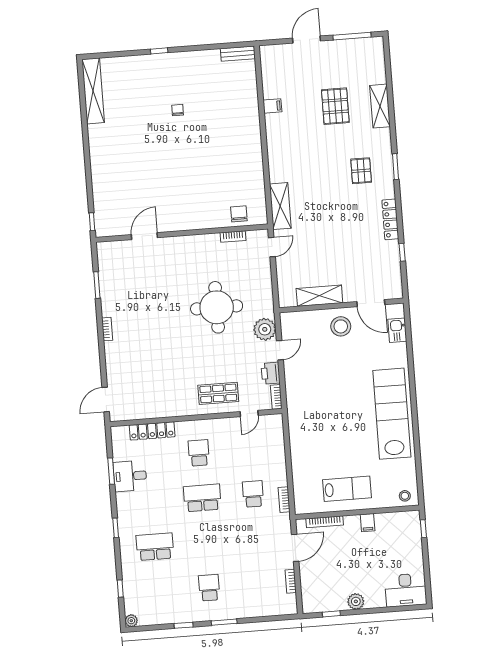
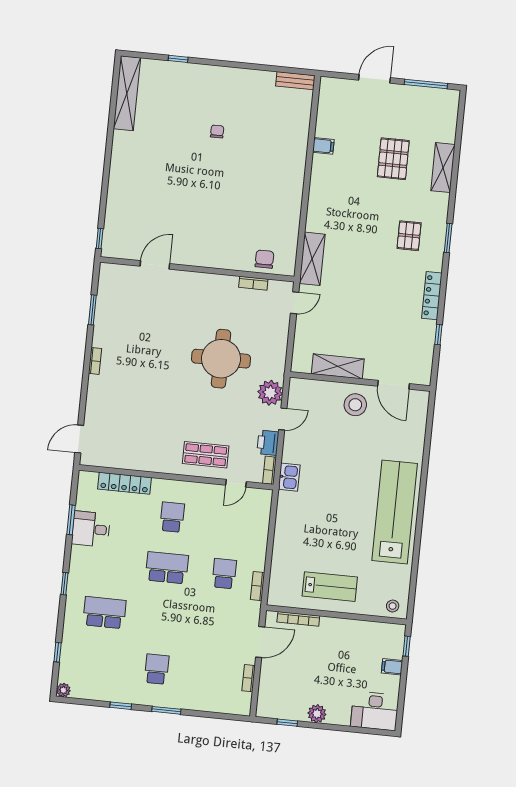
window: (159, 51) -> (178, 59), moved
kitchen sink: (397, 330) -> (289, 477), moved, turned 180
filing cabinet: (368, 523) -> (392, 667), moved, turned 90

